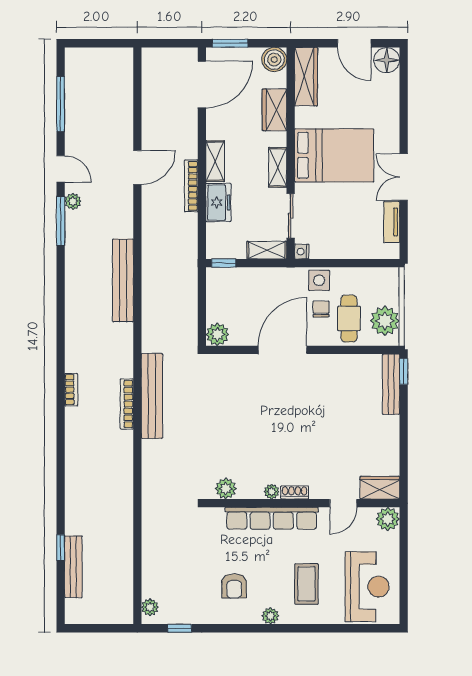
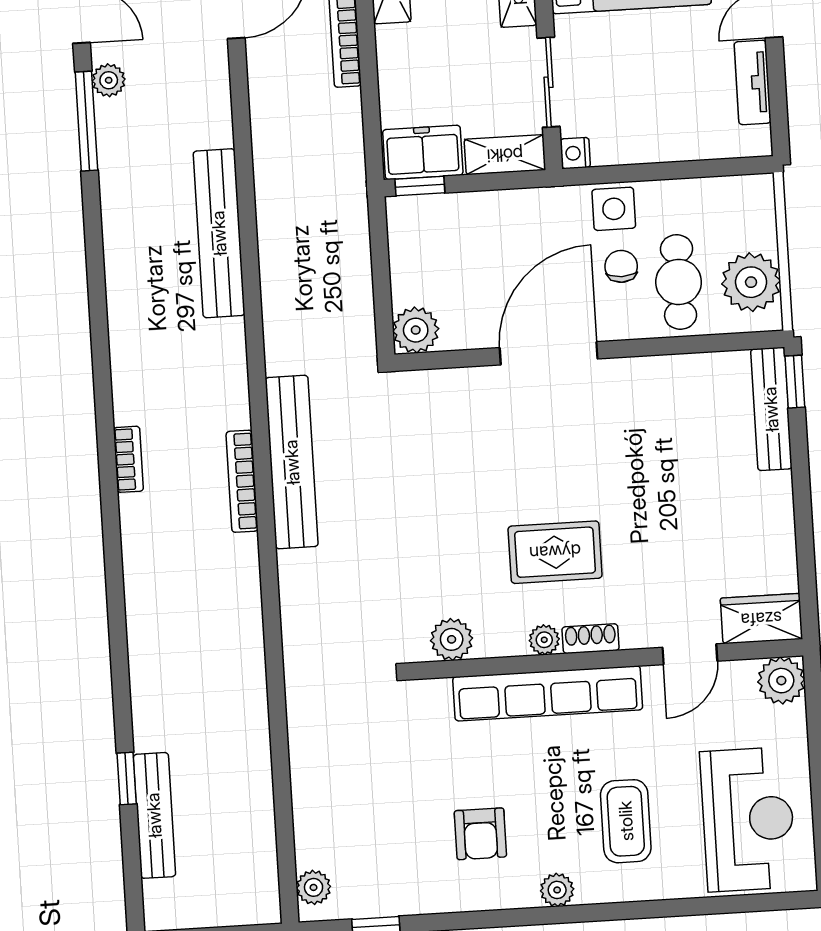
freezer: (218, 202) -> (423, 152), moved, turned -90
rug: (280, 449) -> (555, 552), added

